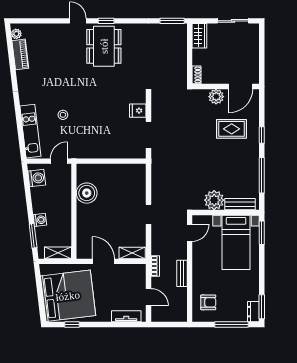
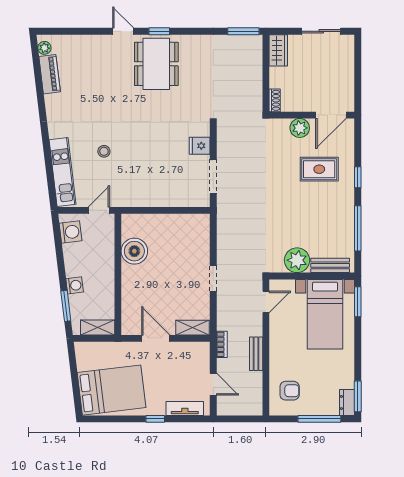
bed: (68, 296) -> (111, 390), width x0.73
window: (72, 324) -> (155, 419), moved

